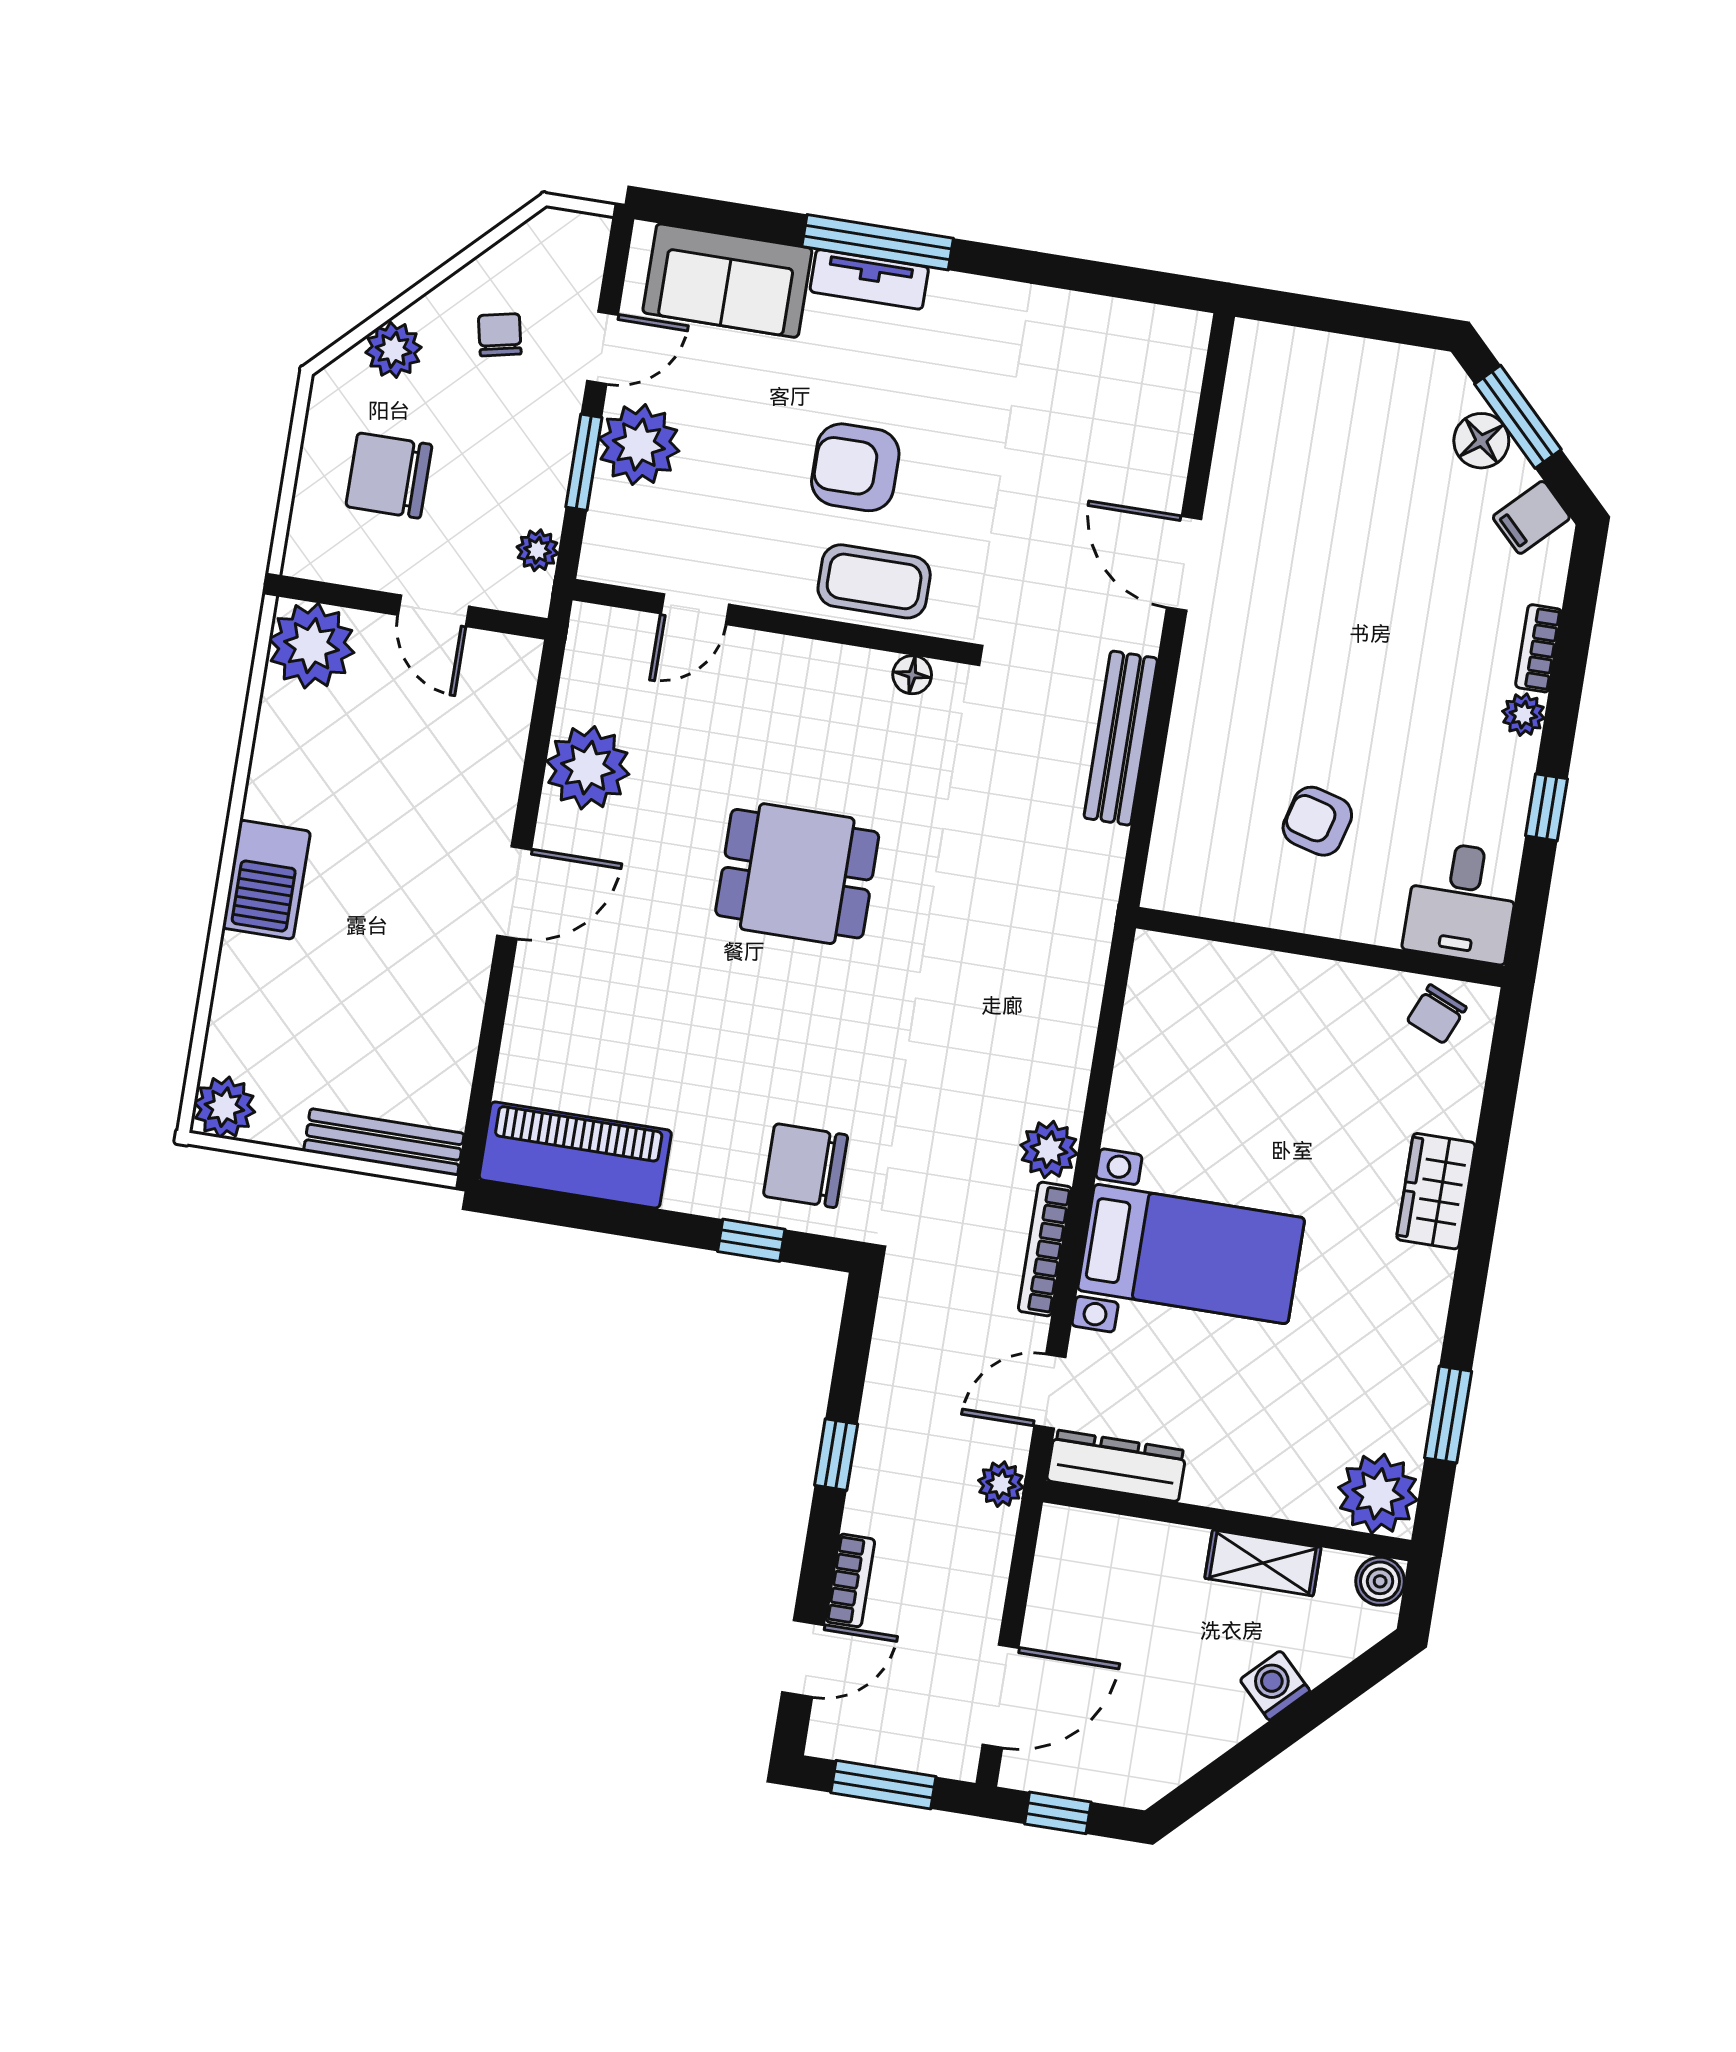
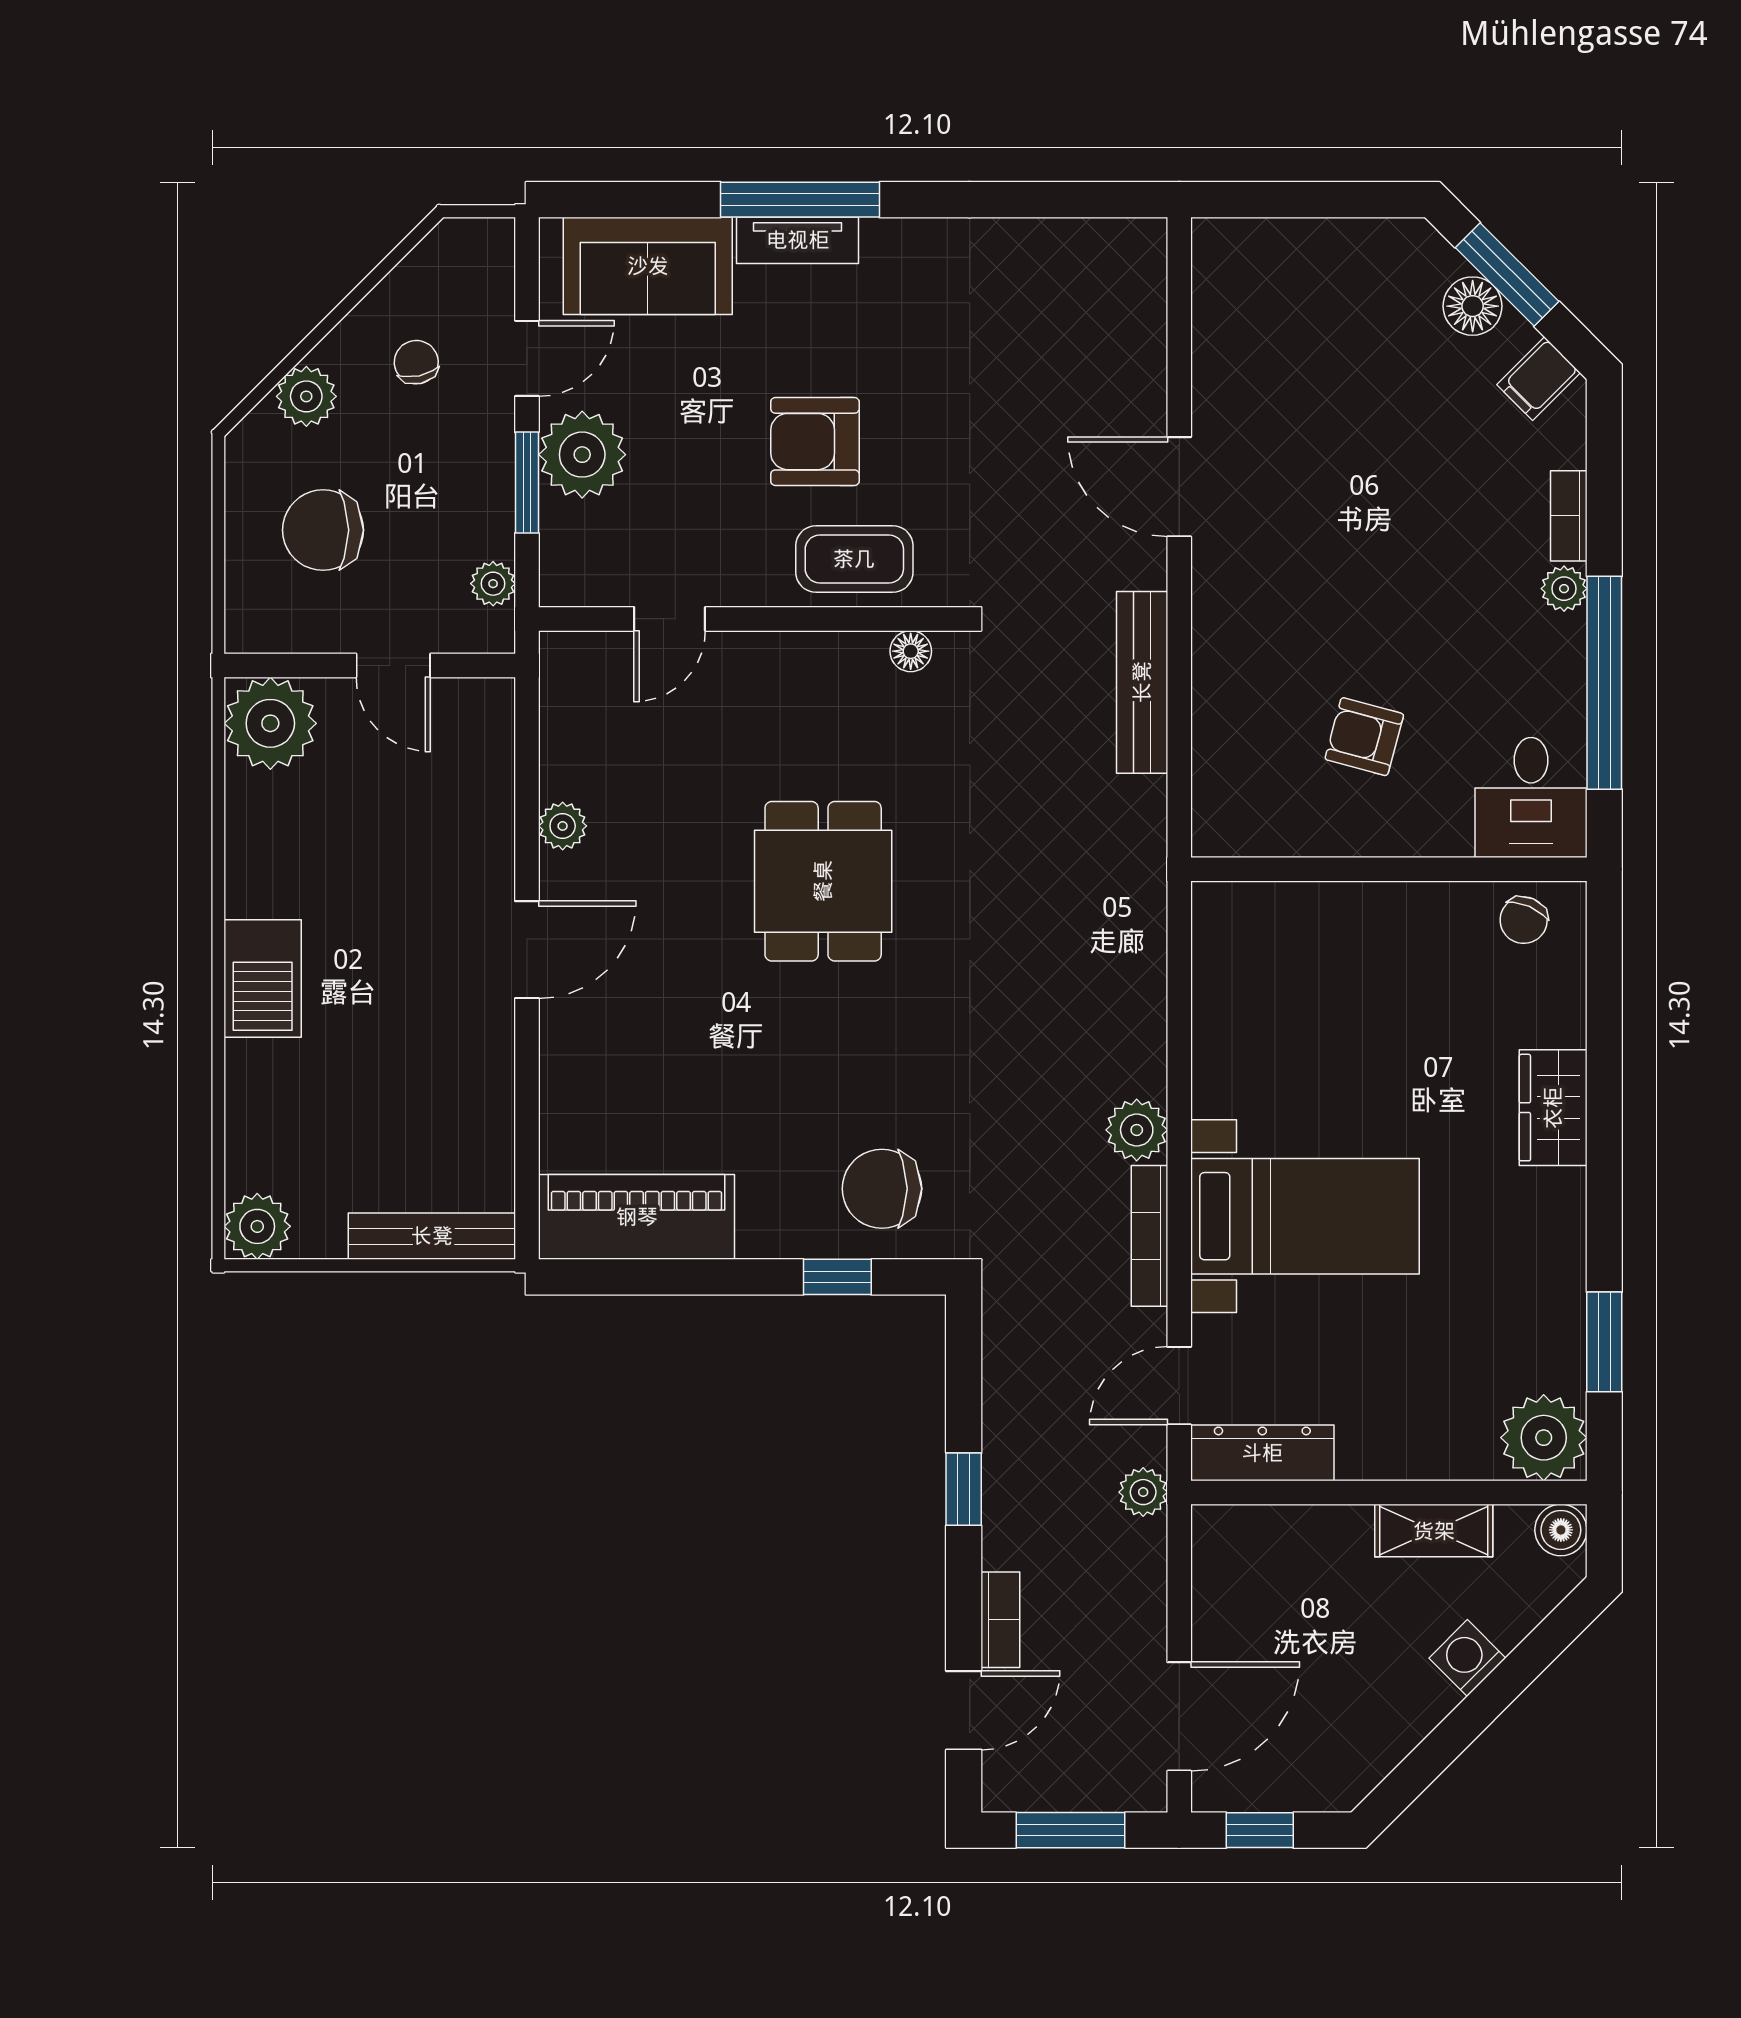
plant: (588, 768) -> (563, 826), width x0.53, depth x0.53
window: (1546, 807) -> (1604, 683), width x3.17
dining table: (797, 874) -> (823, 881), turned 90

